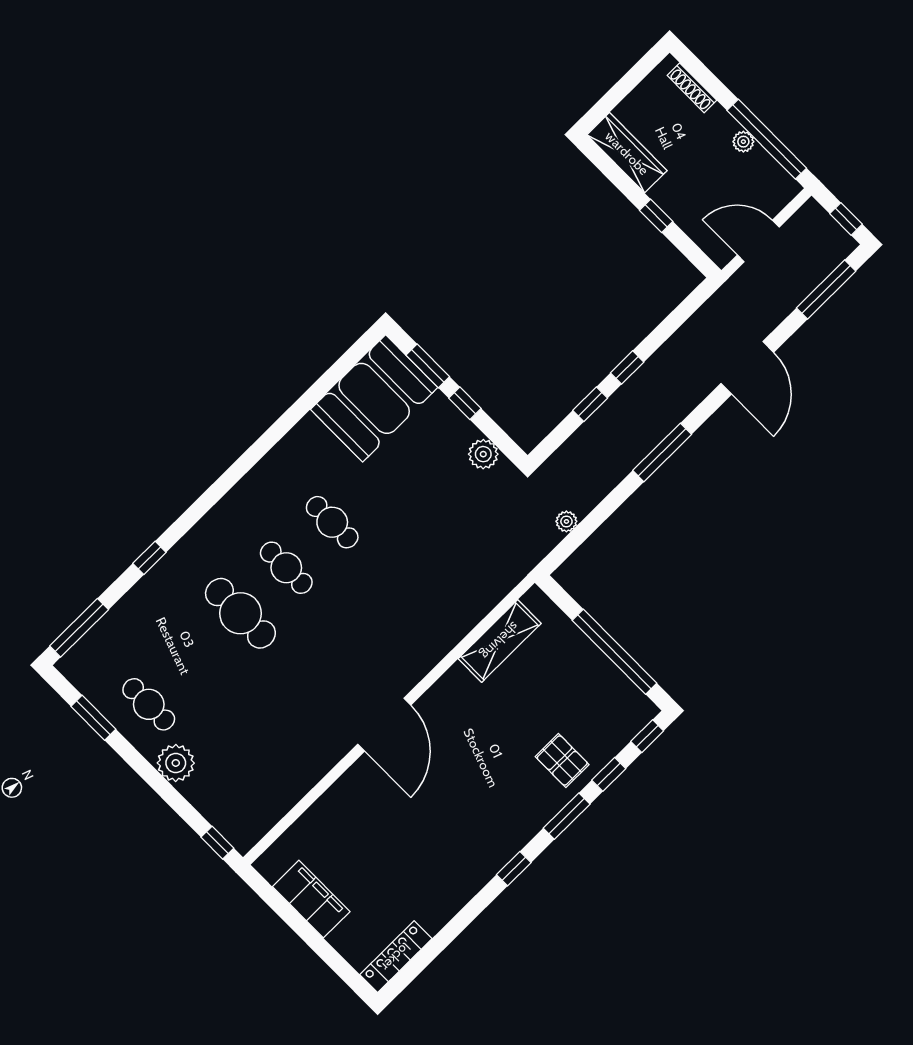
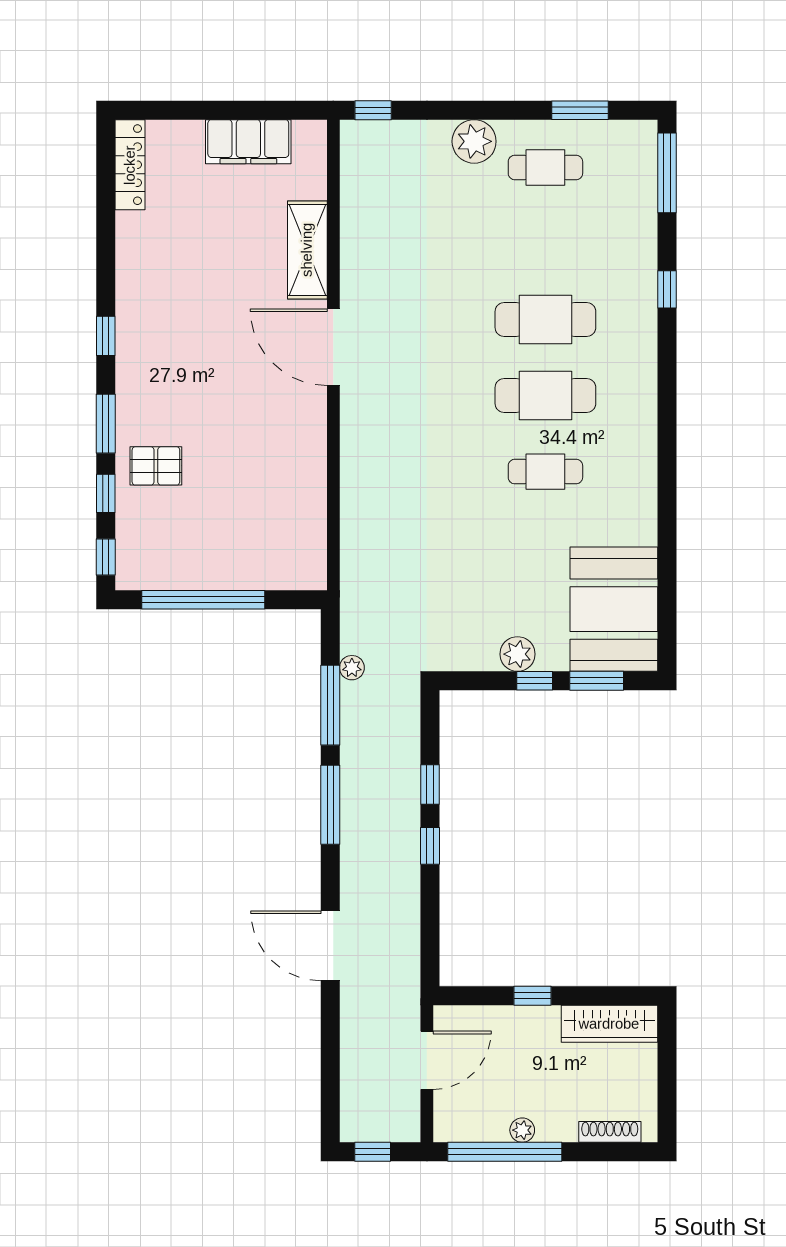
window: (826, 290) -> (330, 705), moved
plant: (483, 454) -> (517, 654), moved
cafe table: (286, 568) -> (545, 396), width x1.37, depth x1.35
shelving: (500, 641) -> (307, 250), moved

